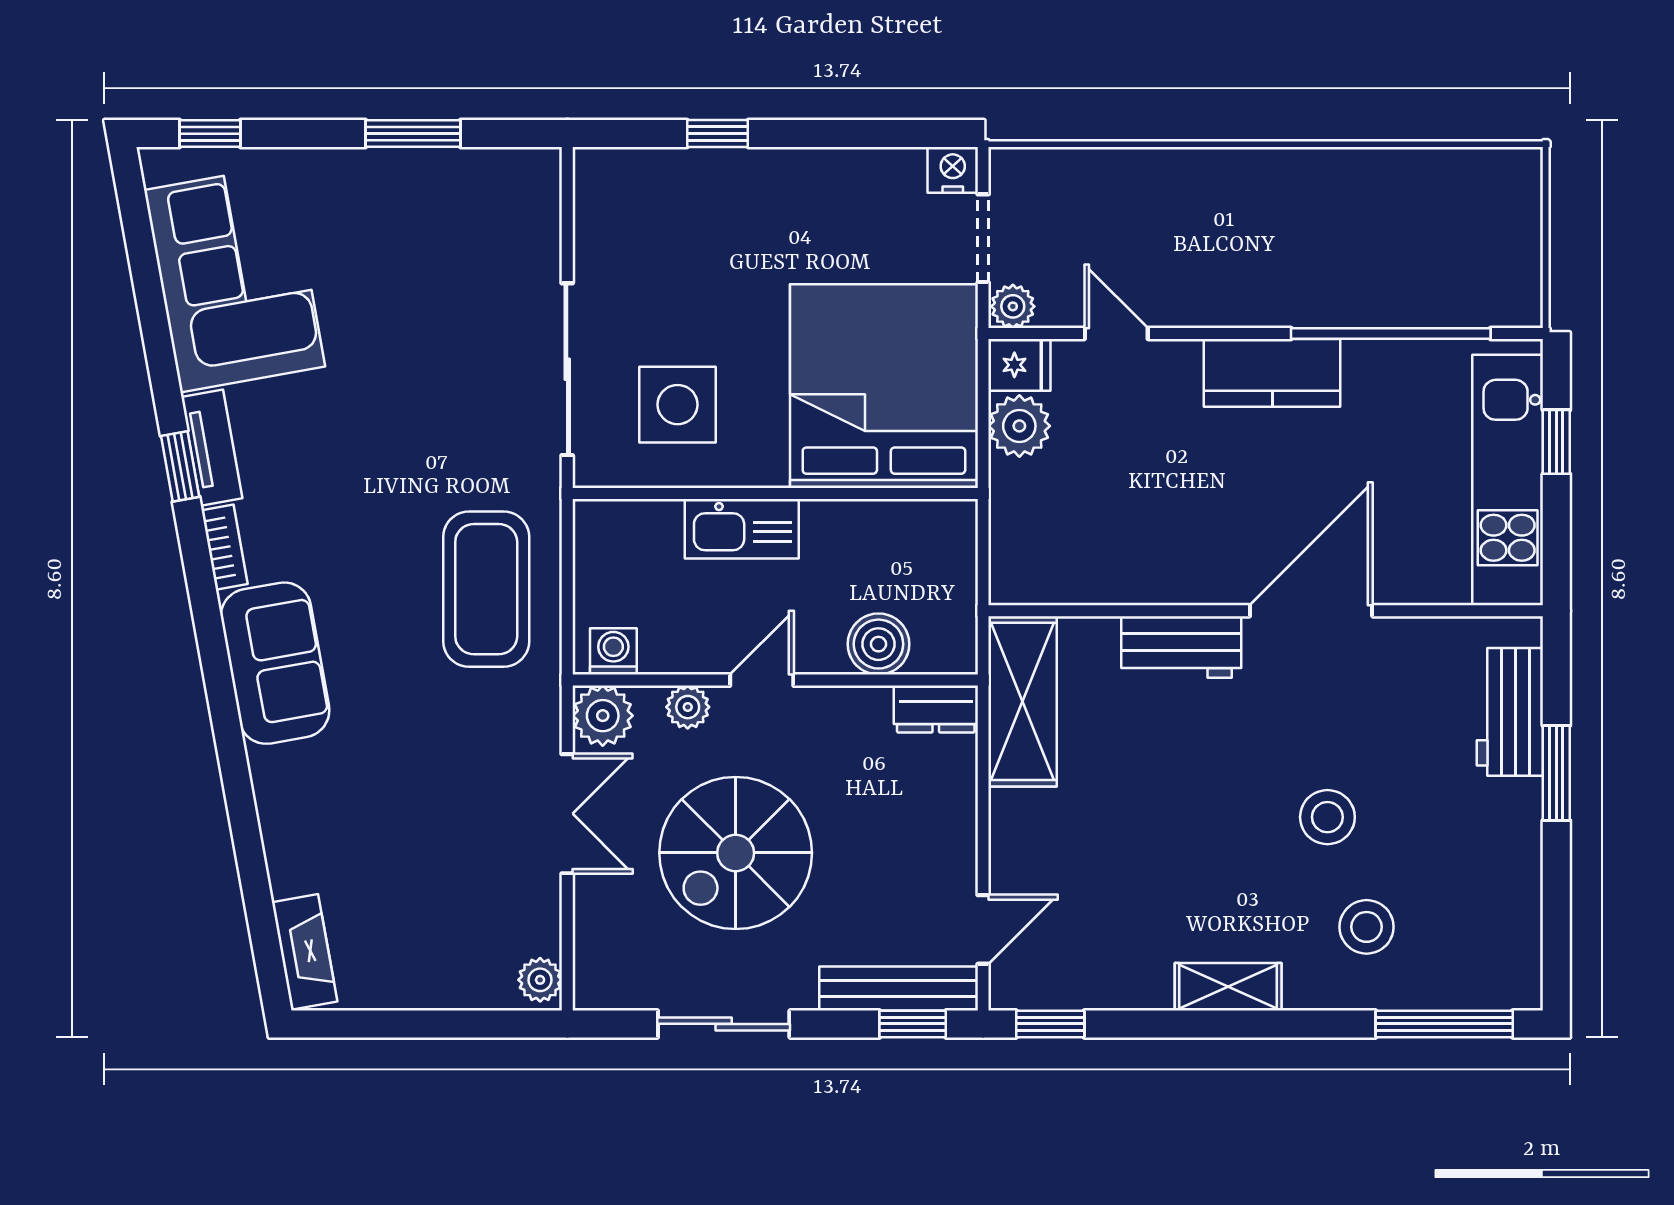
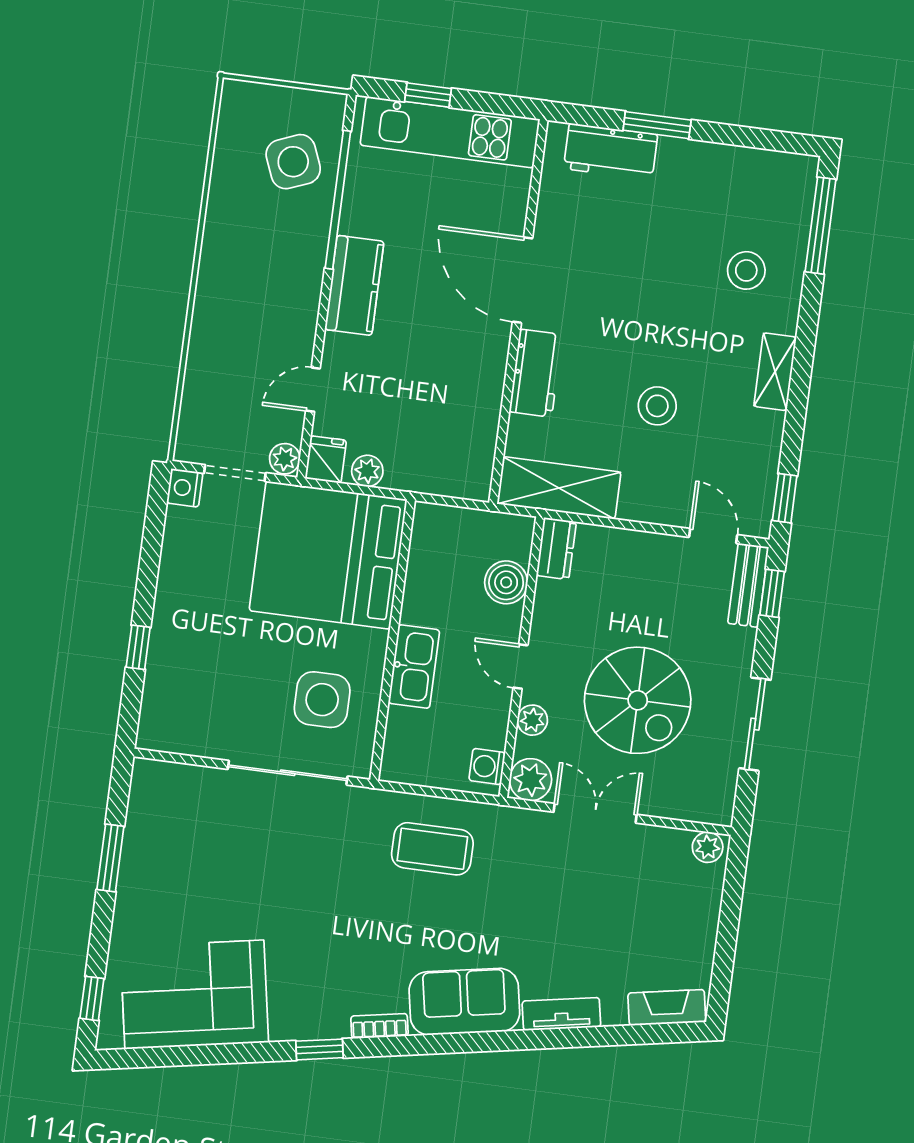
side table: (1436, 263) -> (293, 162), added
plant: (1019, 426) -> (367, 471), width x0.73, depth x0.73
tv unit: (212, 448) -> (561, 1014), moved
coffee table: (486, 589) -> (432, 849), width x0.73, depth x0.76
stool: (1327, 817) -> (657, 406), moved
bench: (899, 989) -> (748, 585), width x0.73

